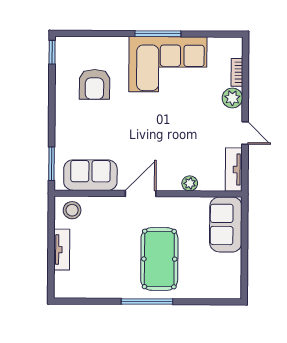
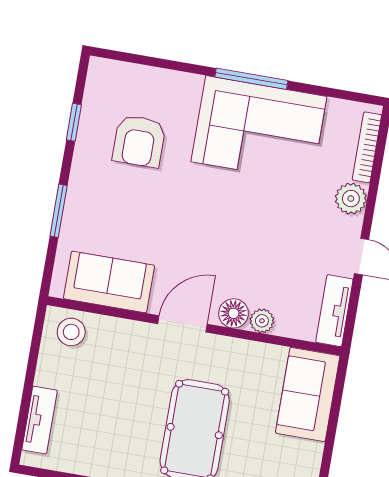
window: (52, 52) -> (74, 122), moved
bookcase: (237, 72) -> (367, 147), width x1.56
window: (51, 164) -> (59, 211), moved
floor lamp: (171, 182) -> (234, 313), added
tv unit: (62, 250) -> (40, 420), moved

